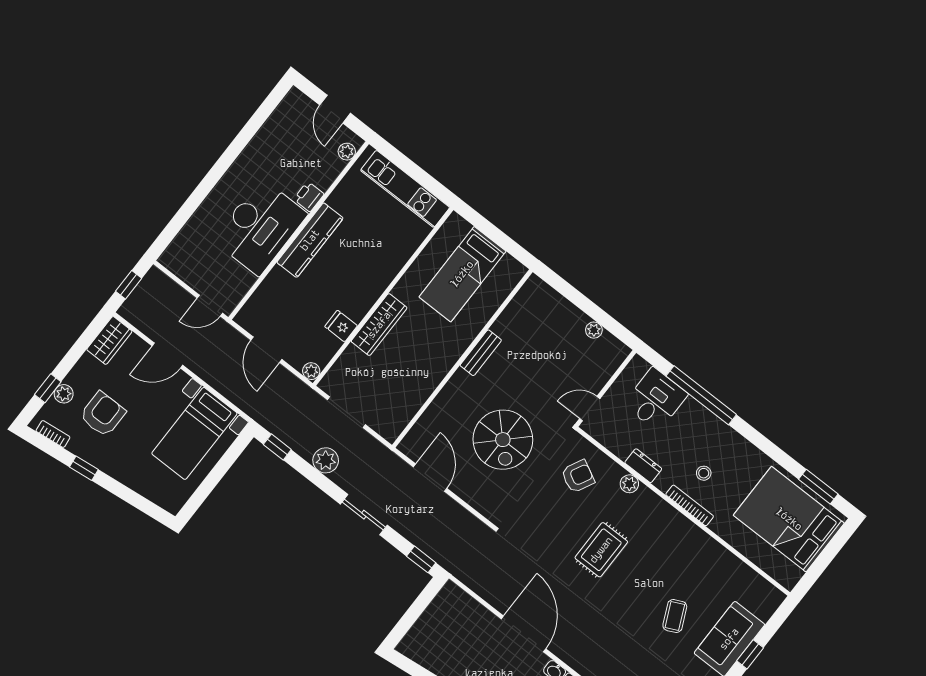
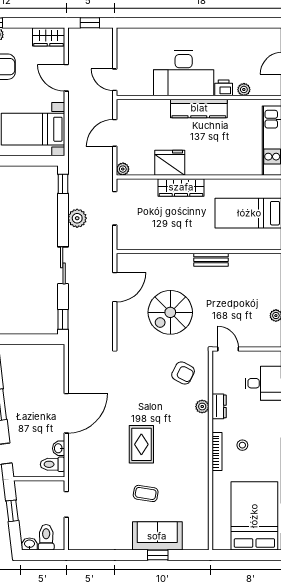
plant: (347, 152) -> (244, 89), moved
fridge: (341, 326) -> (170, 163), width x1.88, depth x1.34
rug: (601, 550) -> (141, 444), moved, turned 90
coffee table: (675, 616) -> (146, 493), turned 34

